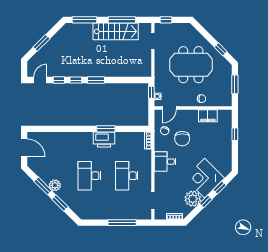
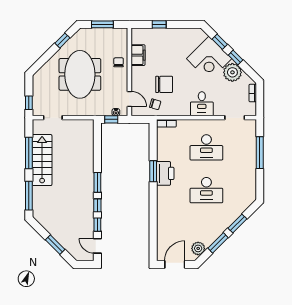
desk: (165, 162) -> (202, 104), moved
plant: (55, 185) -> (198, 248), moved

